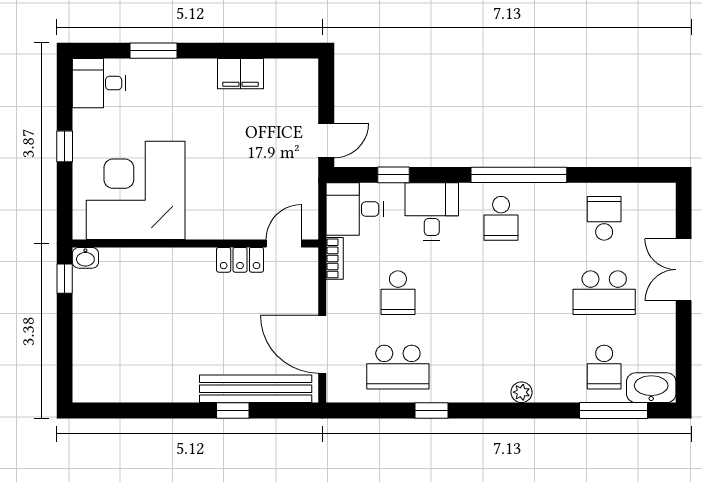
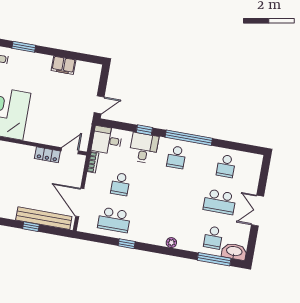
window: (394, 175) -> (144, 130), moved
school desk: (604, 218) -> (226, 166), turned 180
double door: (684, 270) -> (257, 211), moved

